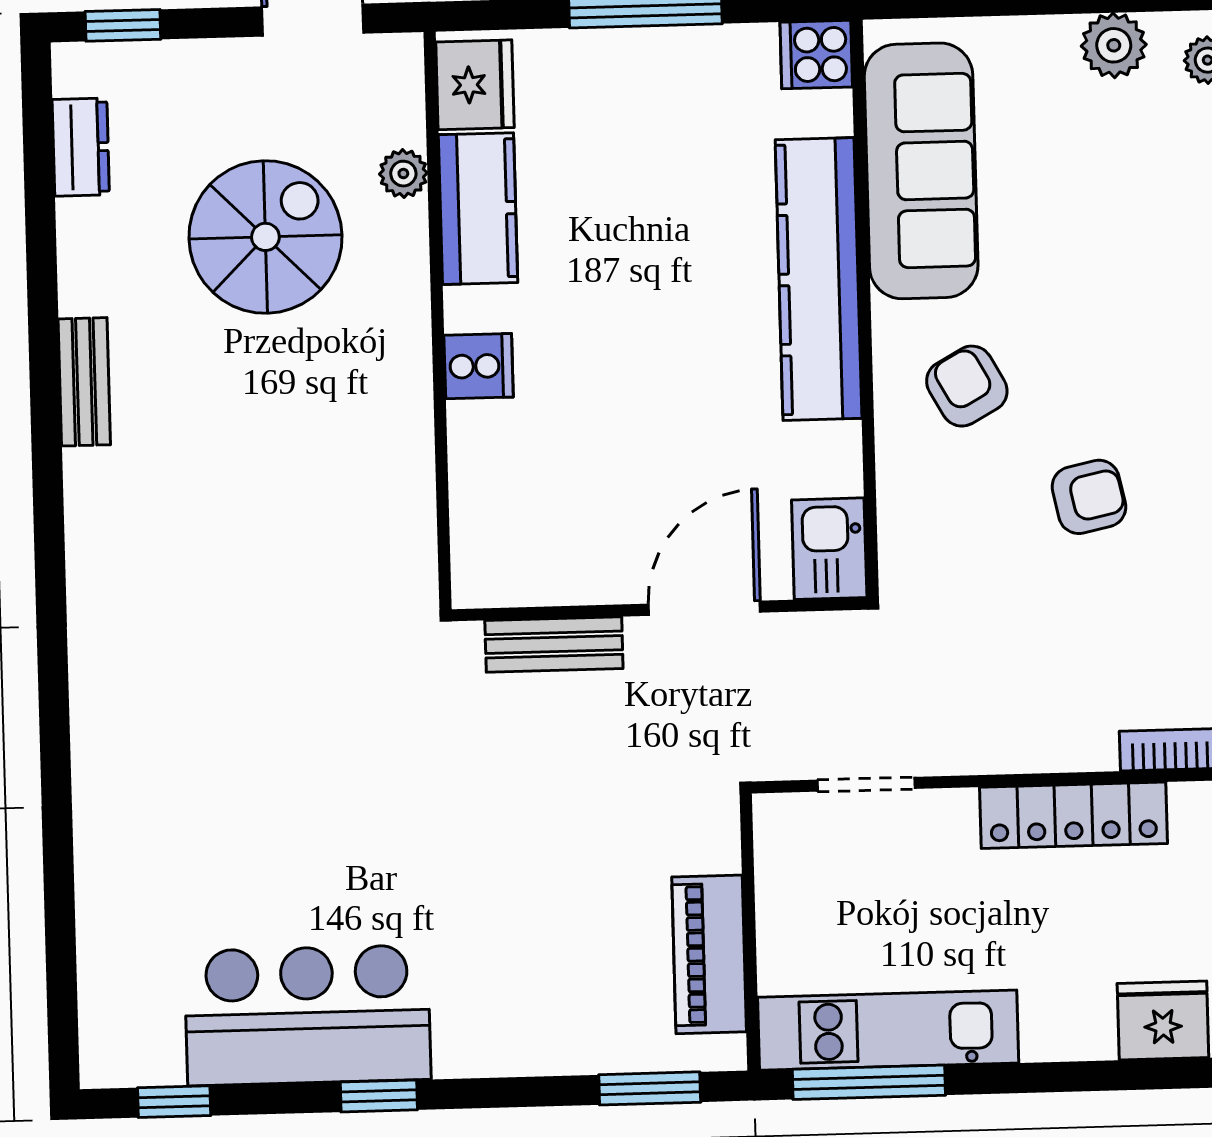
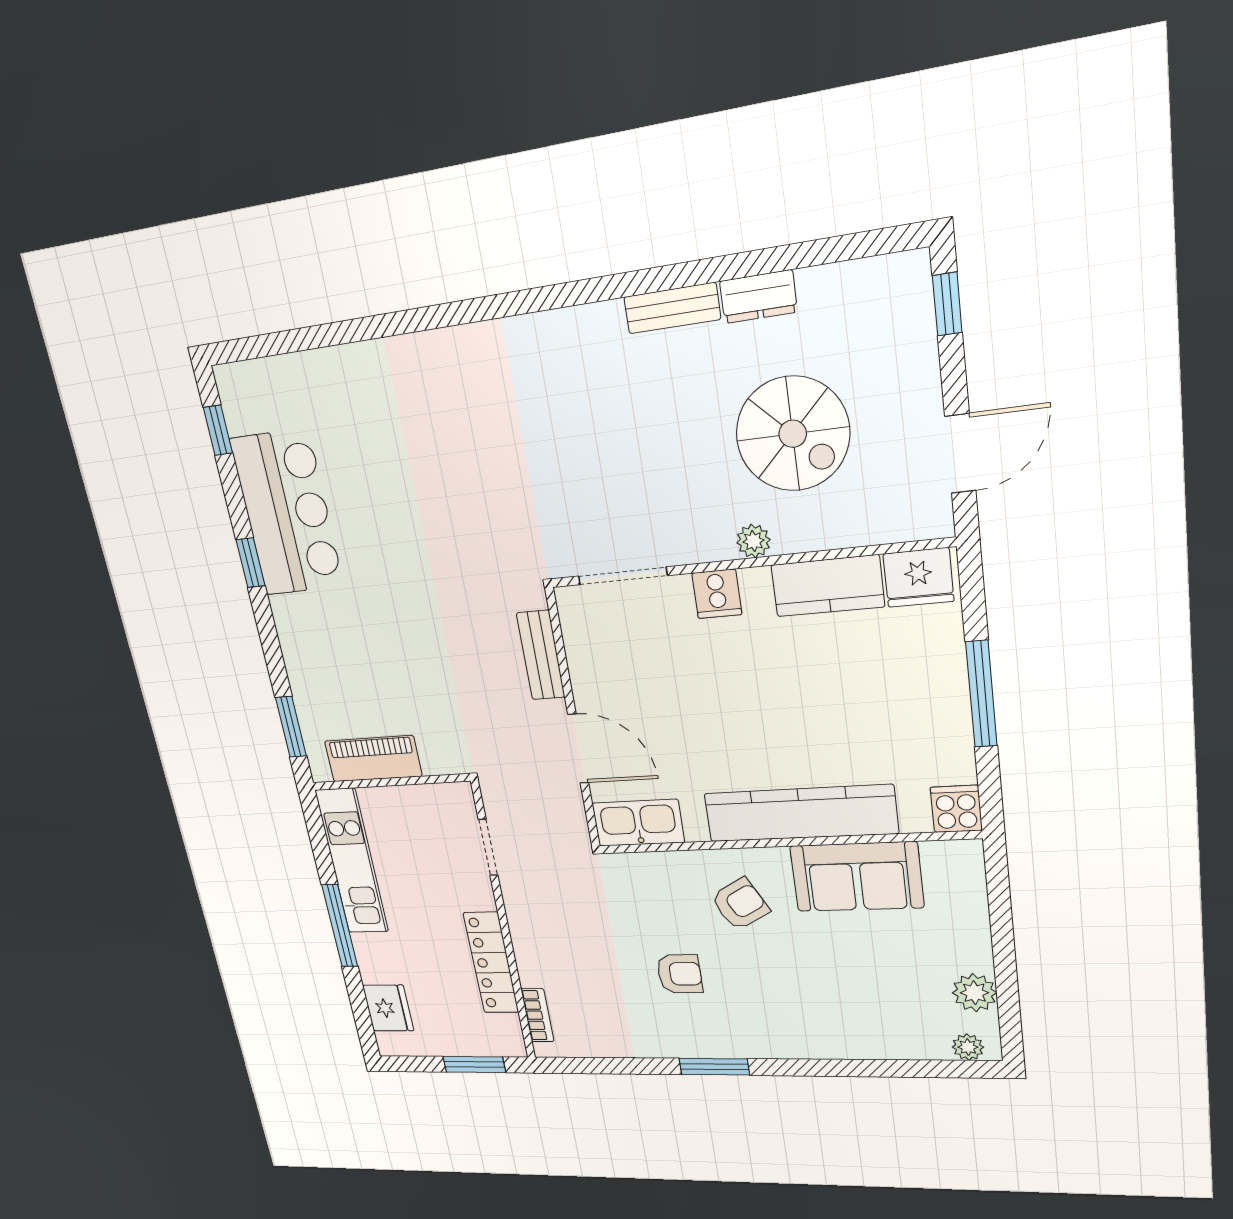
dresser: (81, 147) -> (758, 297), moved
sofa: (921, 171) -> (857, 877), width x0.73
plant: (403, 174) -> (753, 541), moved
armchair: (1089, 497) -> (680, 974), turned -78
doorway: (443, 501) -> (623, 576), added
kitchen sink: (829, 549) -> (638, 823), width x1.38
window: (869, 1082) -> (340, 926), moved

